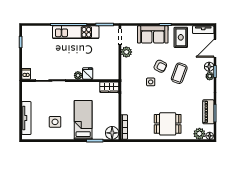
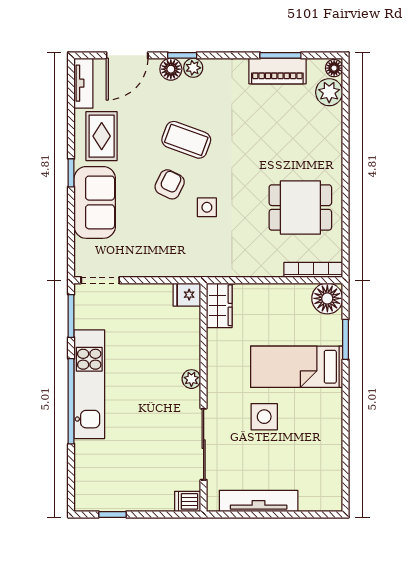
rug: (181, 37) -> (102, 136), turned 90
door: (215, 48) -> (127, 55), hinge flipped
plant: (126, 52) -> (136, 265), removed
fridge: (88, 73) -> (187, 295), moved
tv unit: (26, 118) -> (259, 501), moved
side table: (55, 122) -> (264, 417), moved
dining table: (168, 124) -> (300, 207), moved, turned 90

